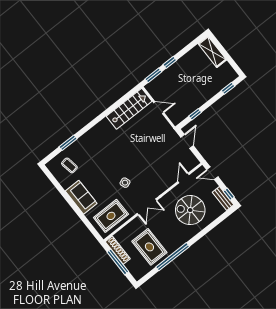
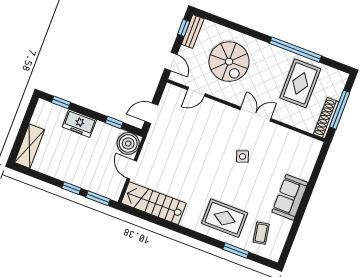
freezer: (208, 92) -> (79, 123), added
boiler: (177, 115) -> (128, 143), added
rug: (111, 216) -> (225, 218), moved

